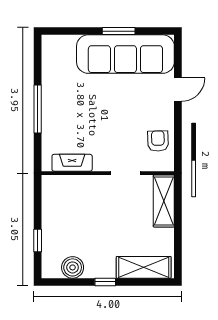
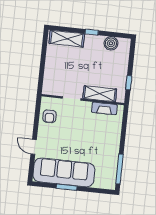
door: (178, 90) -> (34, 147), hinge flipped
window: (38, 109) -> (120, 169), moved
shelving: (164, 201) -> (100, 94), moved, turned 90
window: (38, 241) -> (129, 83), moved

